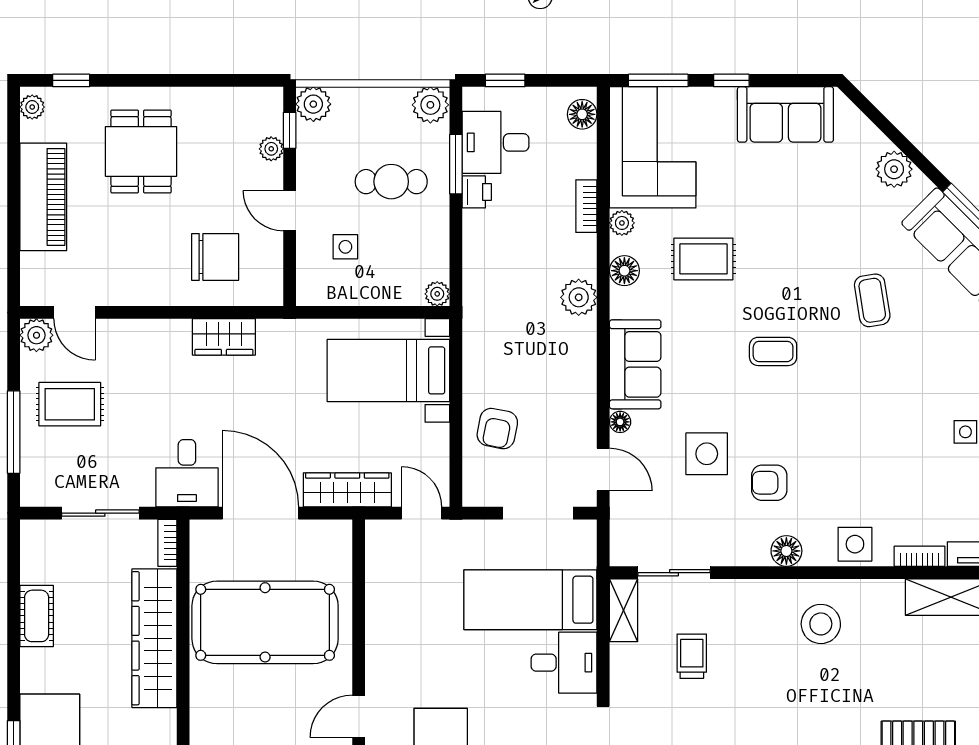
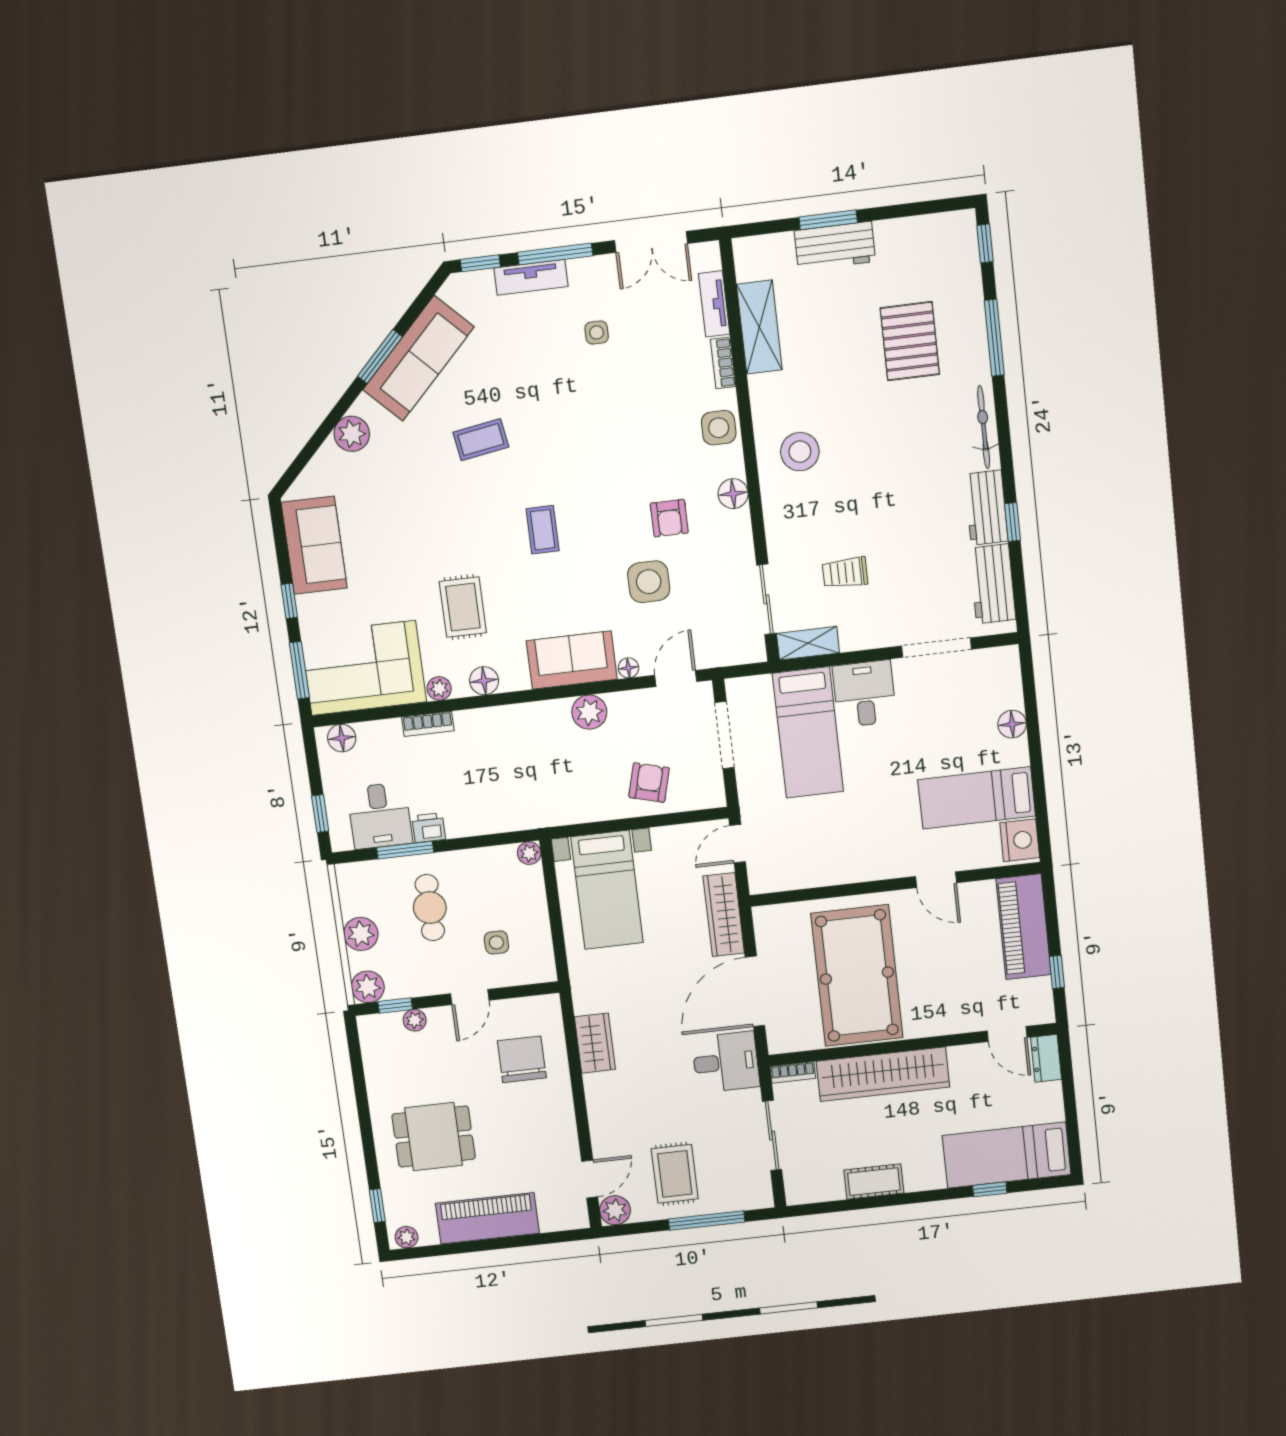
plant: (430, 105) -> (361, 934), moved
plant: (579, 297) -> (589, 712), moved
armchair: (497, 429) -> (649, 783), turned -86

